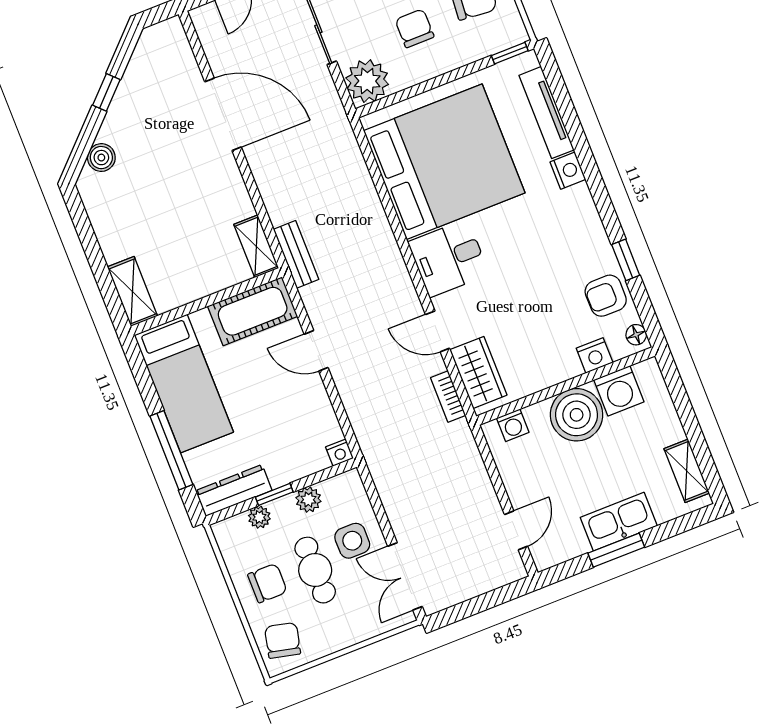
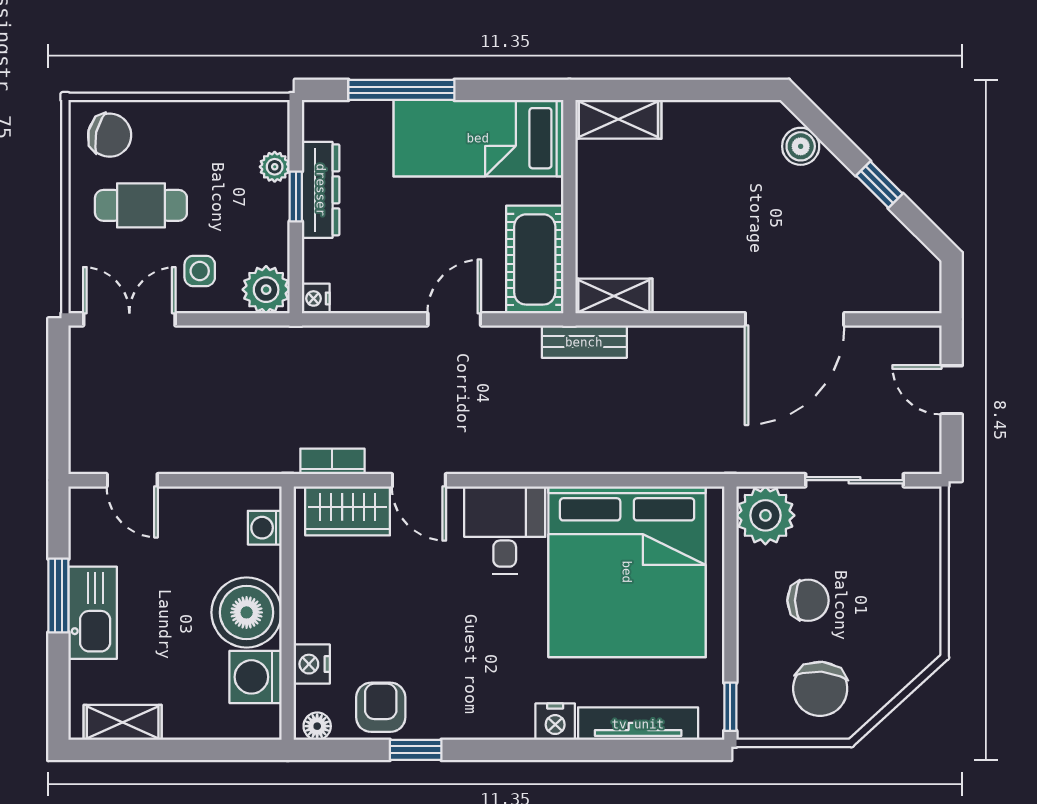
door: (438, 331) -> (419, 480), swing flipped
dresser: (234, 490) -> (321, 190), moved
plant: (308, 500) -> (266, 290), moved, width x1.38, depth x1.38
side table: (352, 541) -> (200, 271), width x0.73, depth x0.73
cafe table: (315, 570) -> (141, 205), moved
chair: (267, 583) -> (189, 144), removed

